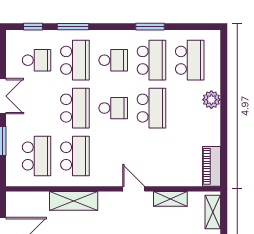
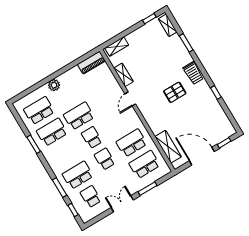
school desk: (113, 60) -> (65, 154), removed
school desk: (75, 108) -> (105, 159), width x0.54
shelving: (74, 201) -> (168, 147), moved

